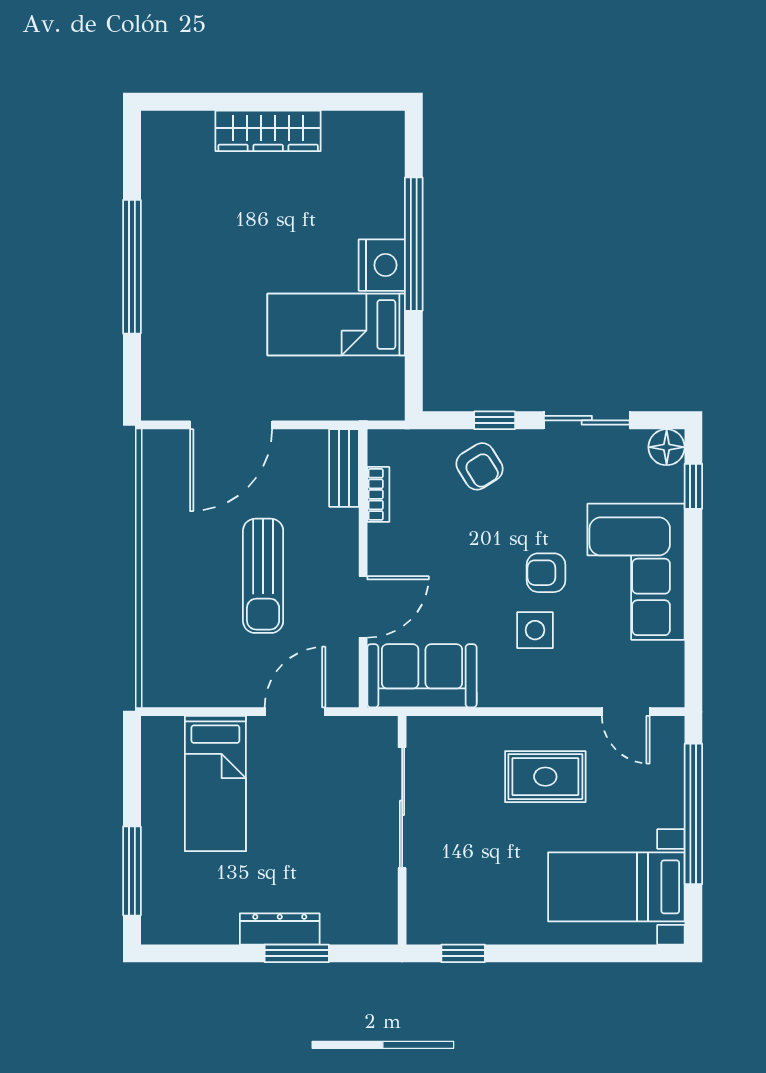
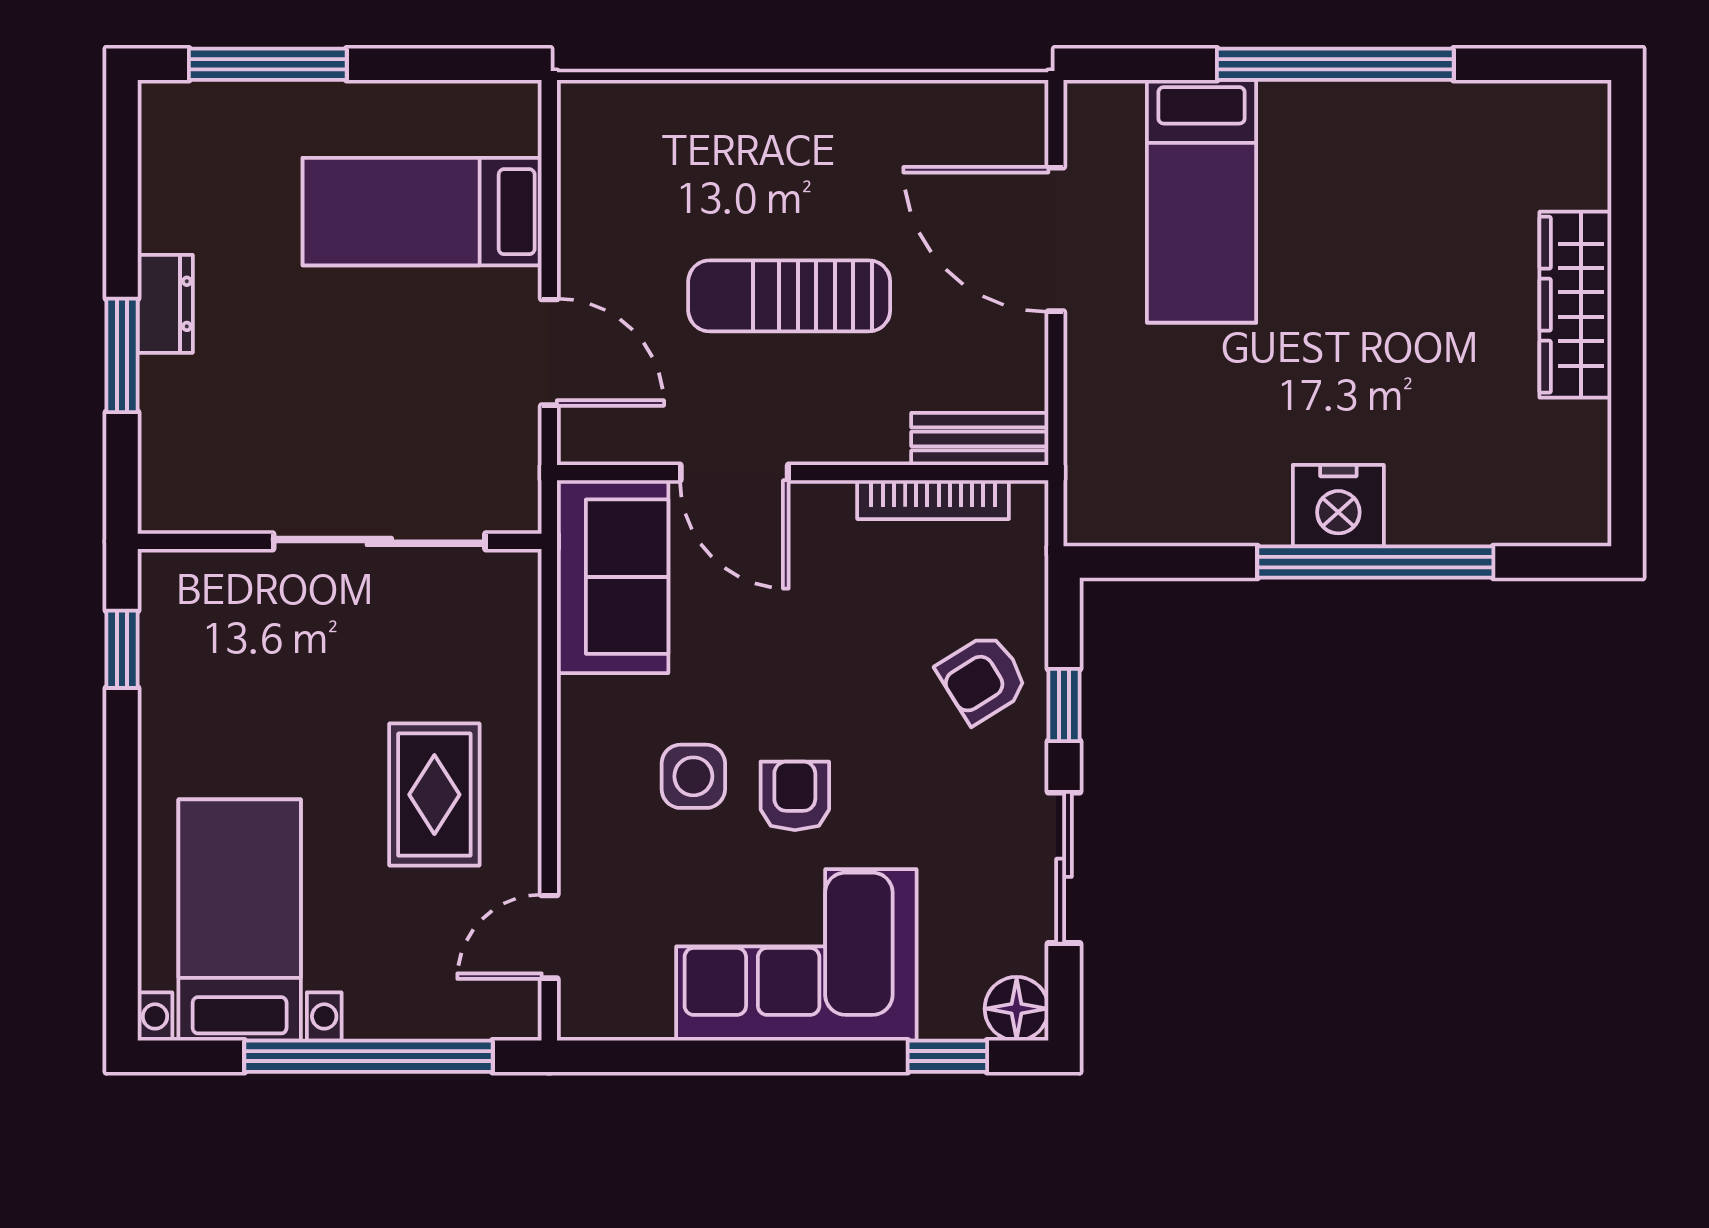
bed: (336, 325) -> (1202, 201), moved, turned 180
bookcase: (378, 494) -> (933, 500), width x1.56
dresser: (280, 929) -> (165, 304), width x0.70

